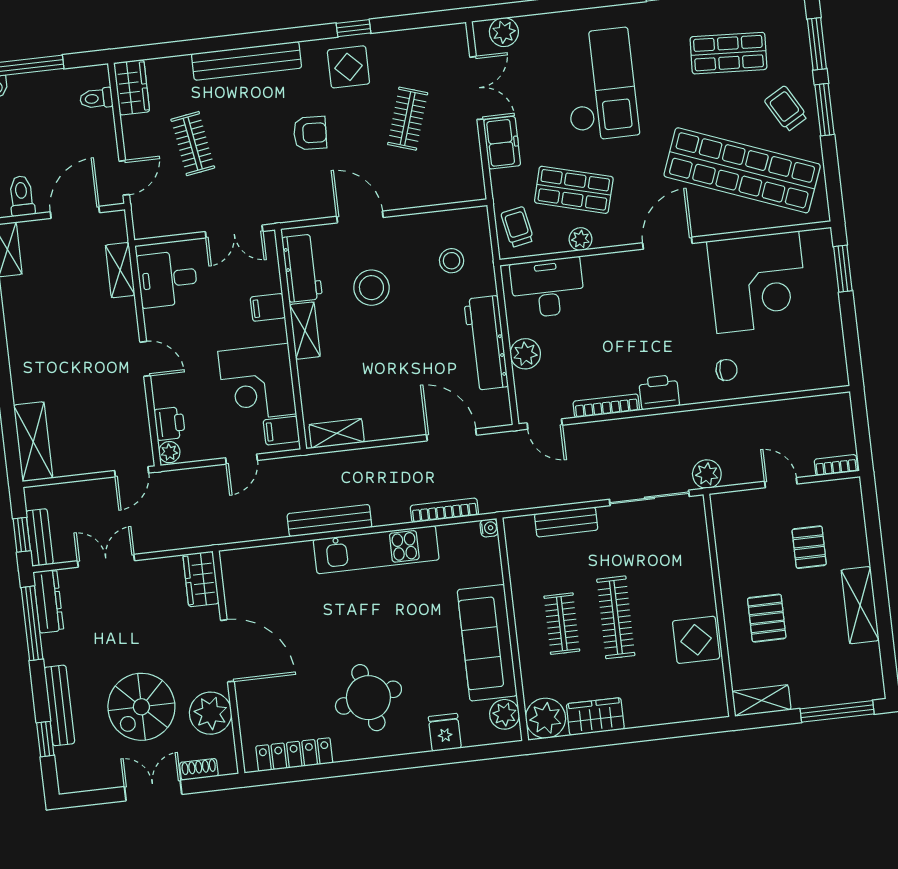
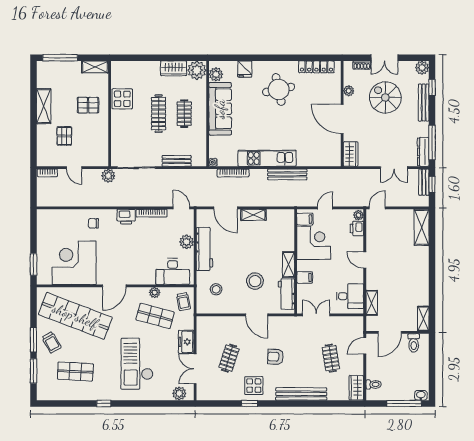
shelving: (337, 433) -> (253, 215), moved
pallet: (767, 618) -> (88, 105), turned 90
spiral stairs: (141, 707) -> (385, 97), turned -90
plant: (211, 713) -> (349, 91), width x0.53, depth x0.53
plant: (71, 779) -> (422, 68), added

